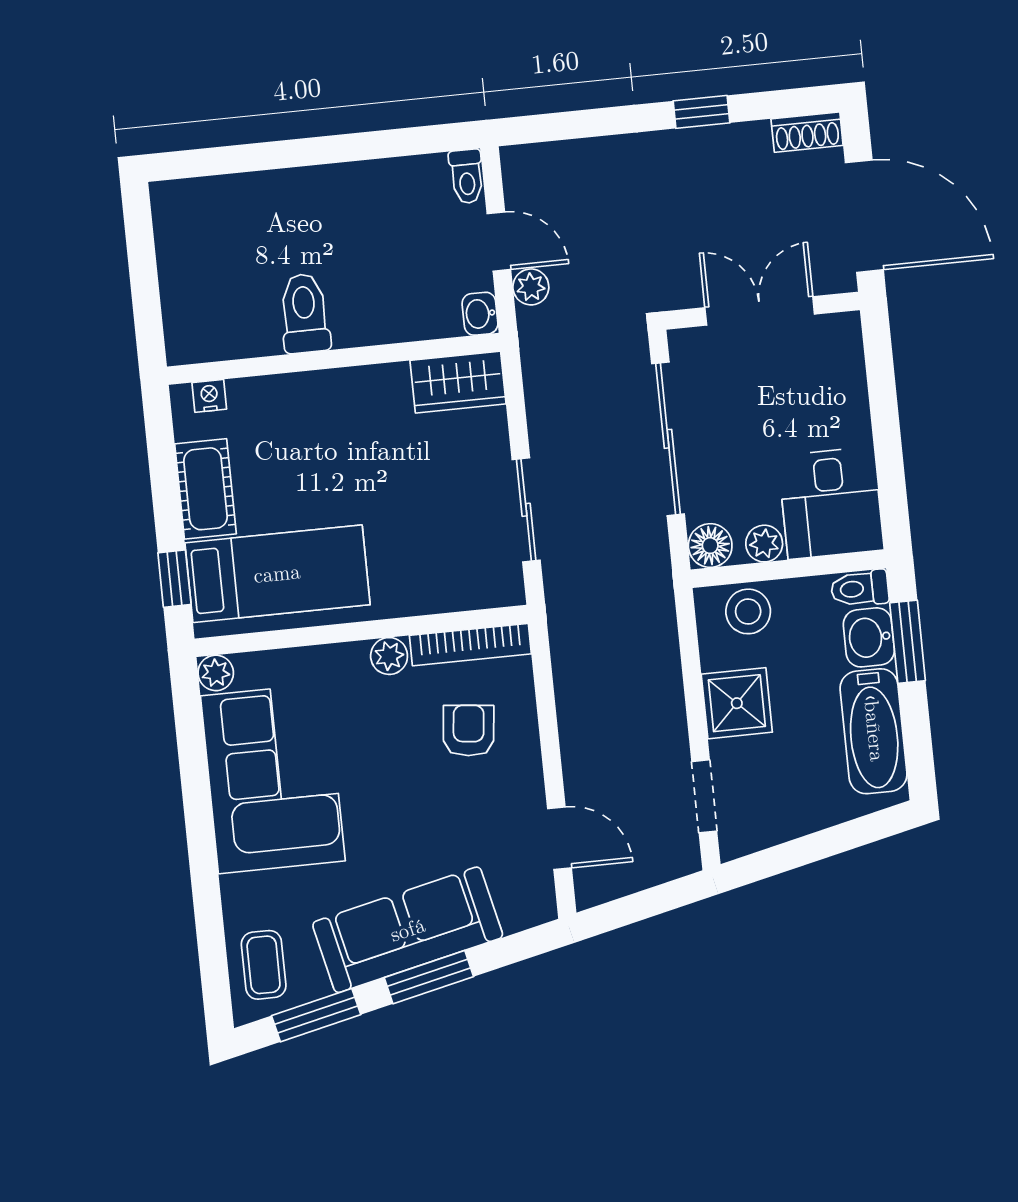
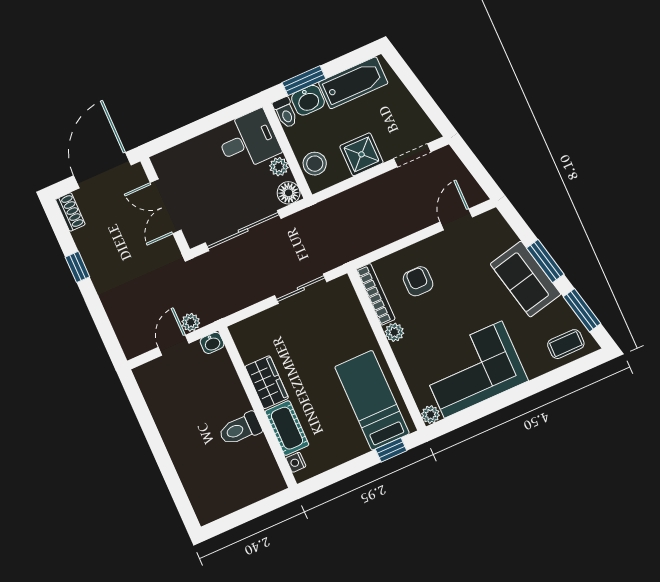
toilet: (467, 176) -> (147, 372), removed
wardrobe: (458, 382) -> (267, 382), moved
cot: (205, 489) -> (287, 428), moved, turned 90
armchair: (469, 731) -> (418, 281), turned 84
sofa: (408, 930) -> (526, 279), width x0.73

